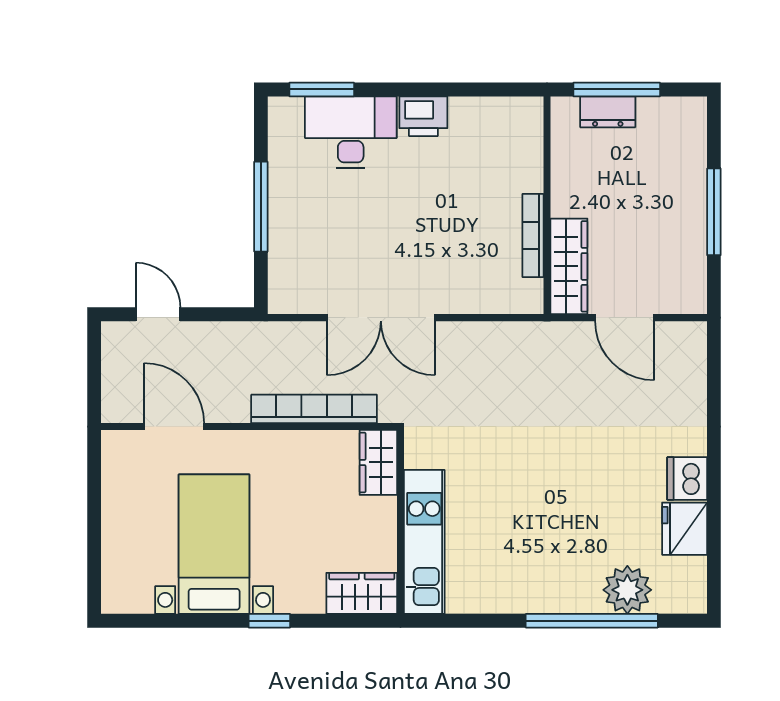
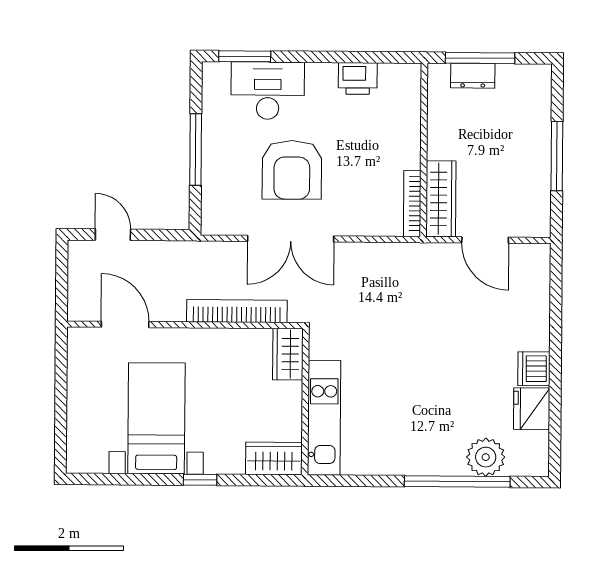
printer: (423, 116) -> (358, 78), moved
armchair: (382, 231) -> (292, 170), added
bookcase: (533, 236) -> (412, 204), moved

